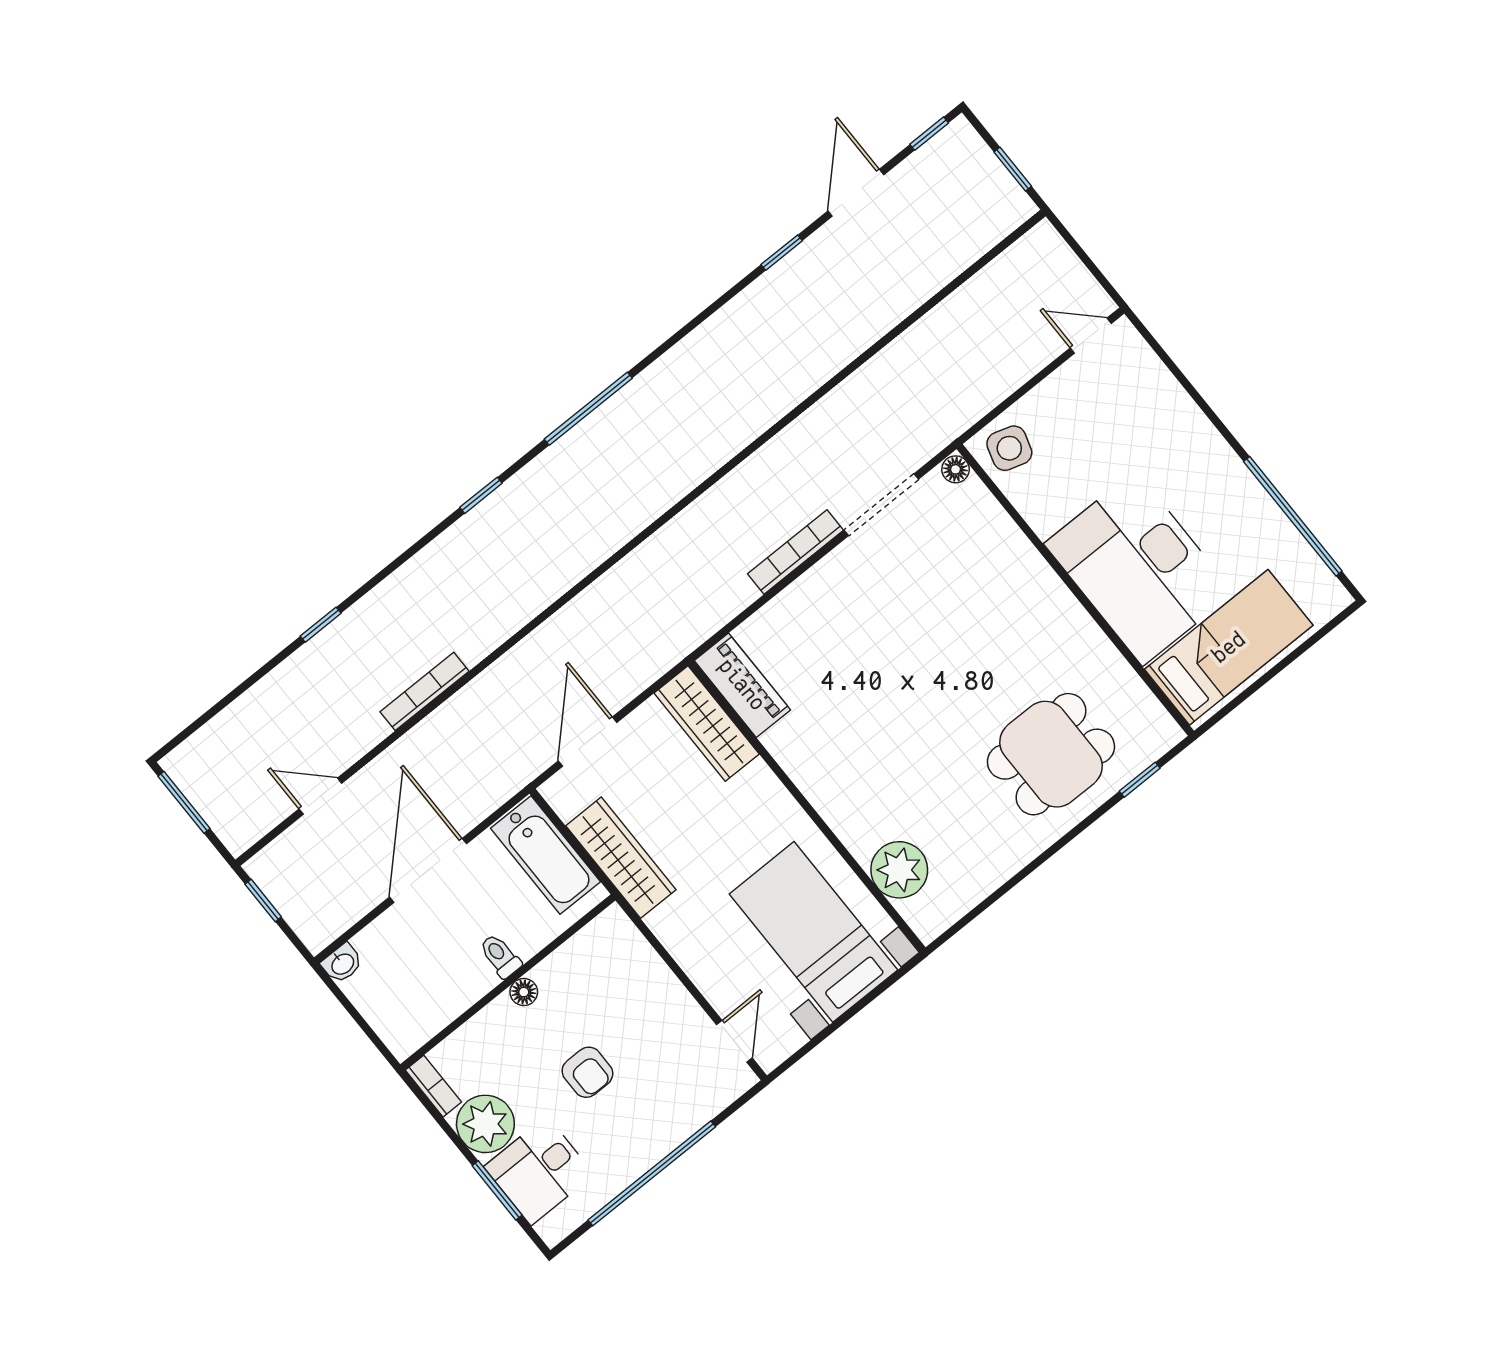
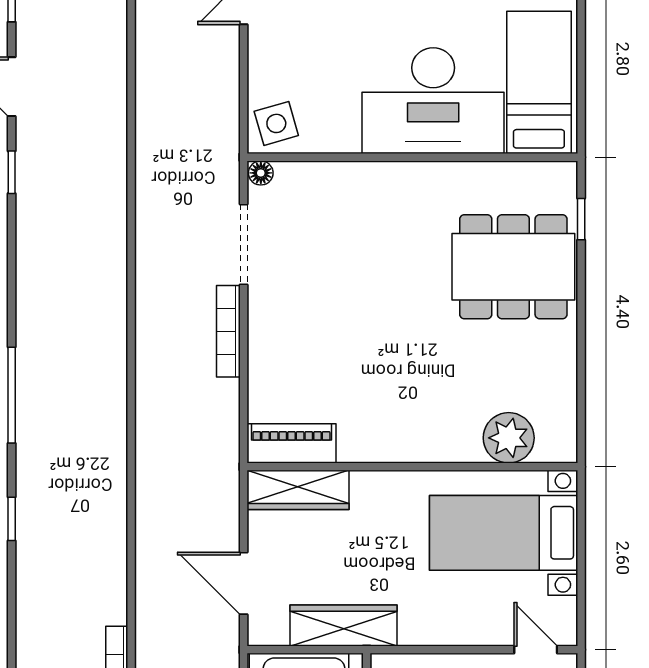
side table: (1009, 448) -> (276, 123), turned -33
dining table: (1051, 754) -> (513, 267), width x1.38

